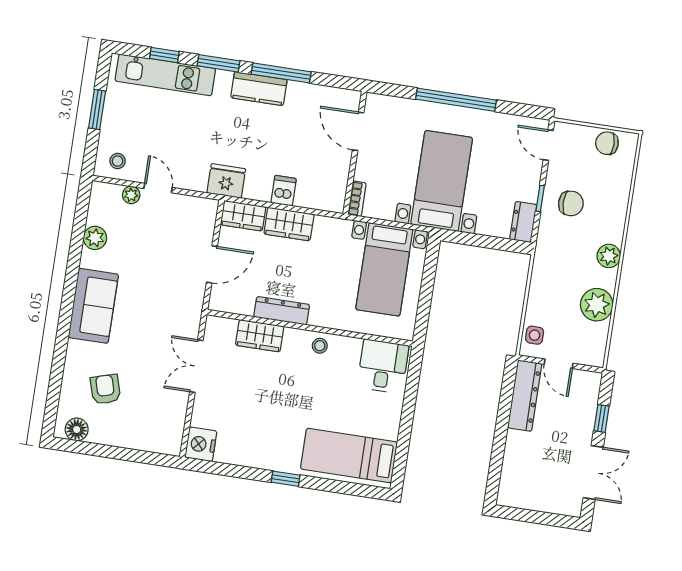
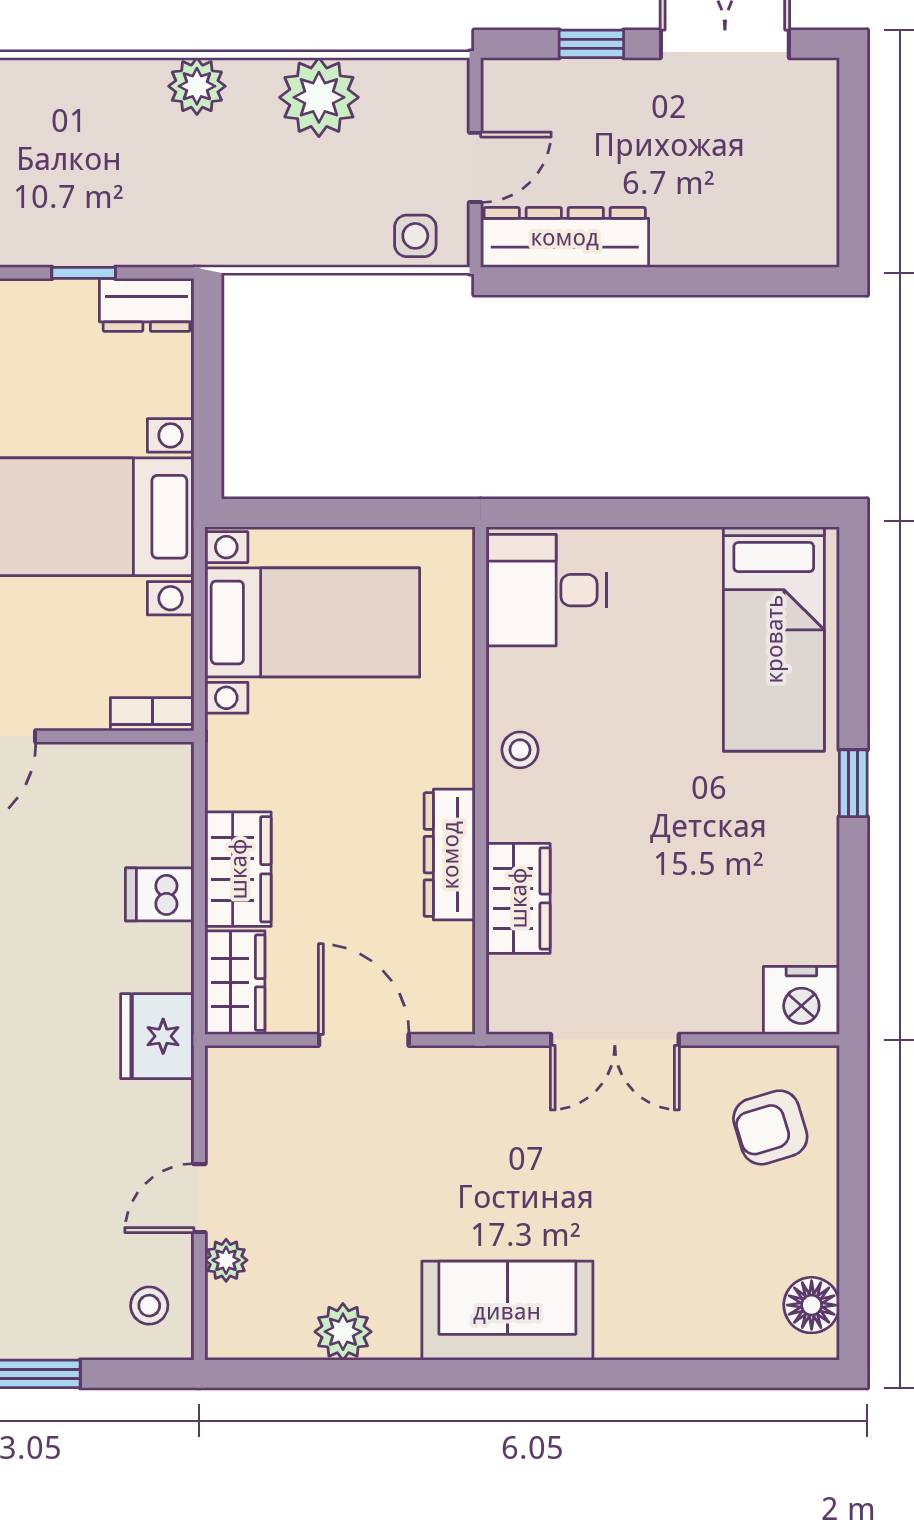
chair: (571, 203) -> (84, 197), removed
armchair: (105, 389) -> (770, 1127), moved

